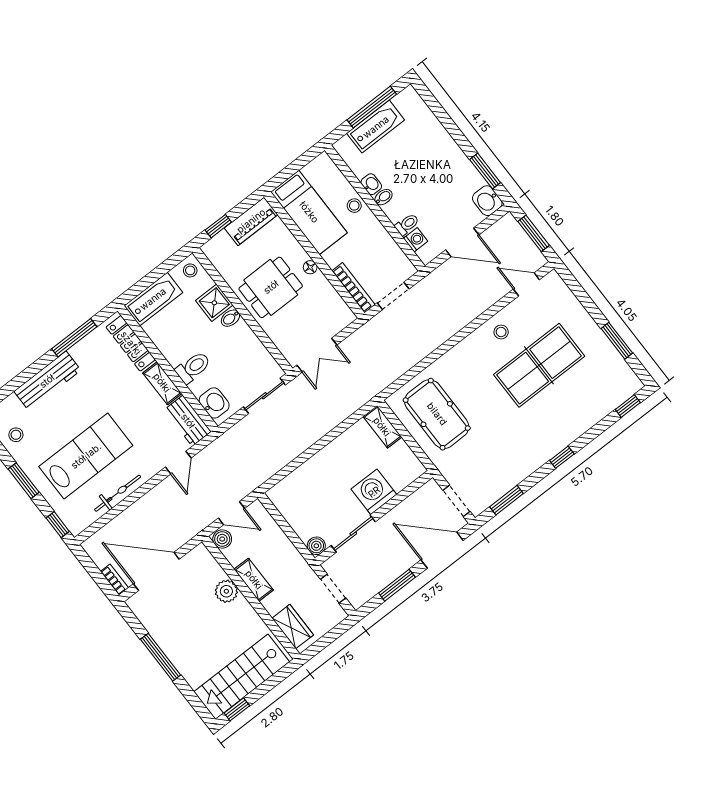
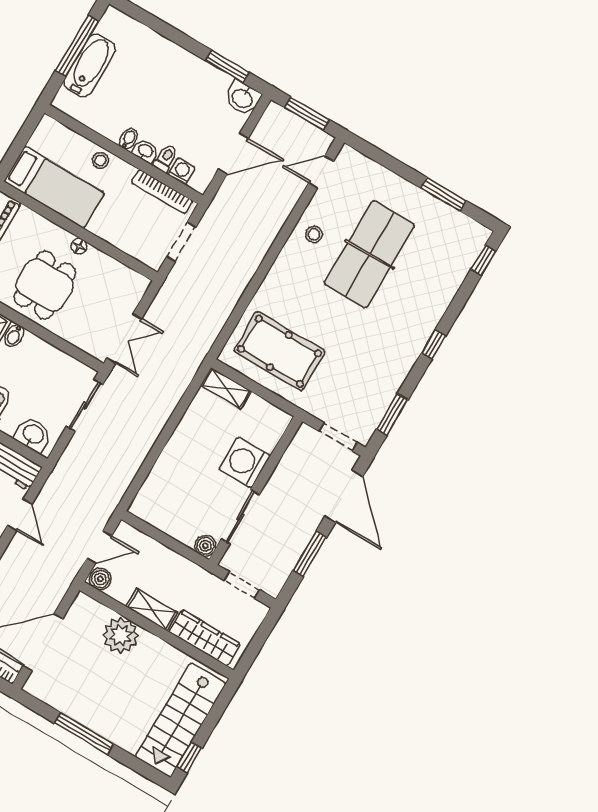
washbasin: (371, 184) -> (145, 151), moved
bookcase: (353, 288) -> (162, 192), moved, turned 180
door: (442, 550) -> (344, 497), swing flipped
plant: (226, 591) -> (121, 635), width x1.36, depth x1.36
wardrobe: (293, 627) -> (205, 638), width x1.50

